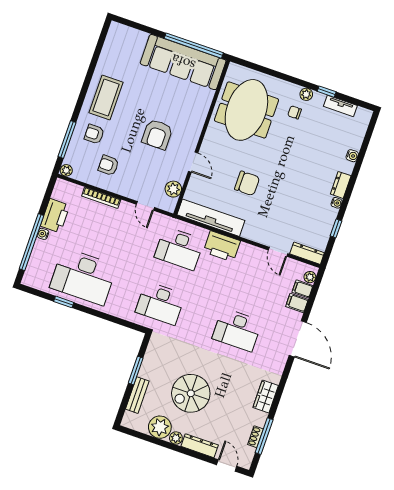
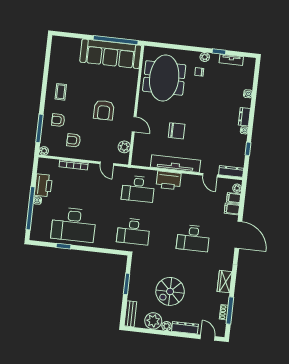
coffee table: (106, 97) -> (61, 92), width x0.54, depth x0.58
tv unit: (211, 218) -> (175, 164), moved
bench: (137, 395) -> (130, 314), moved

